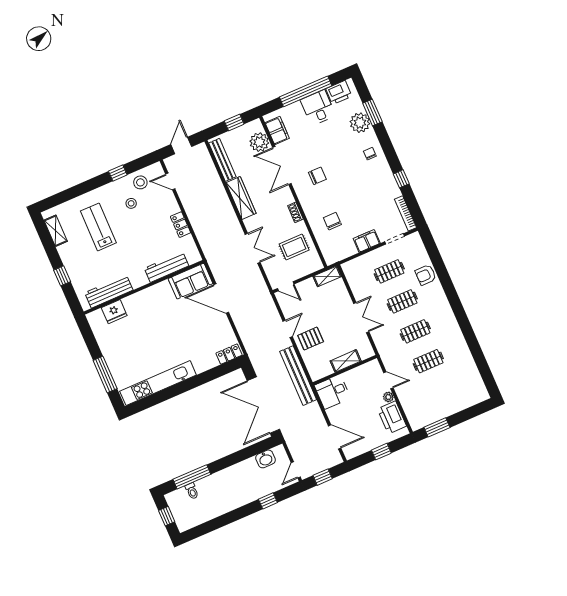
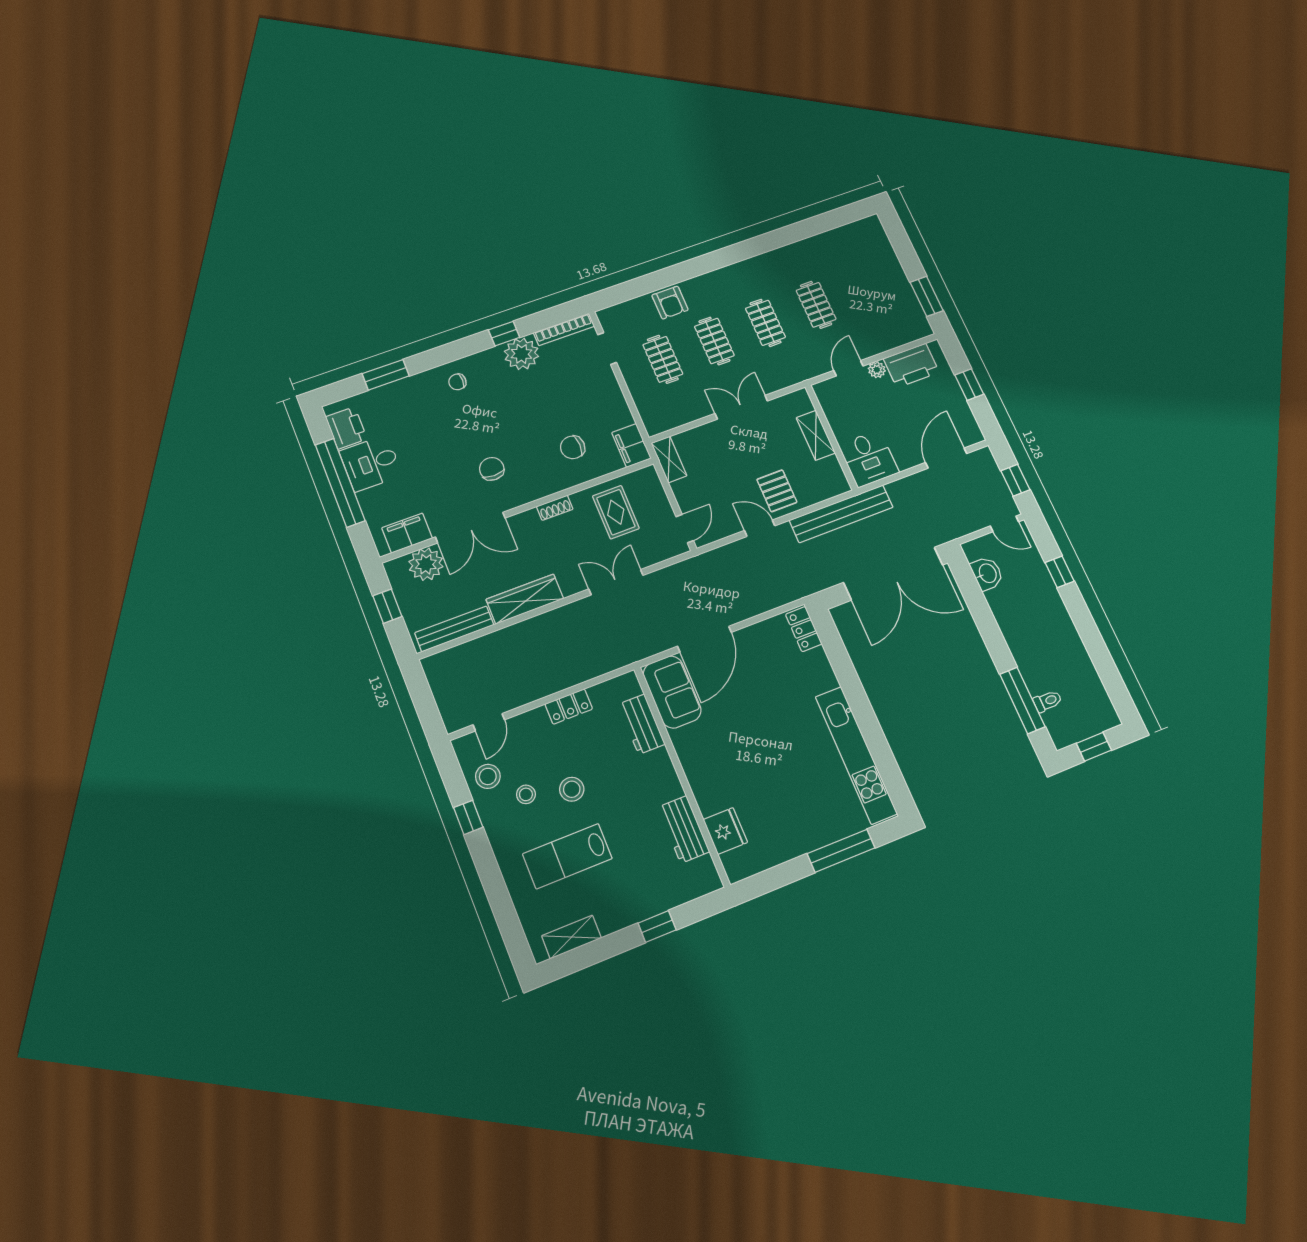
plant: (360, 123) -> (521, 354), moved
door: (181, 146) -> (424, 701), removed
stool: (135, 228) -> (572, 789), added
filing cabinet: (367, 241) -> (631, 445), moved
workbench: (167, 267) -> (642, 724), width x0.73
workbench: (109, 291) -> (684, 829), width x0.73

